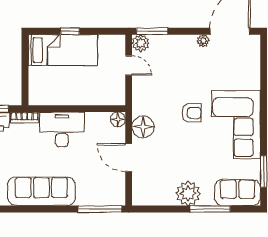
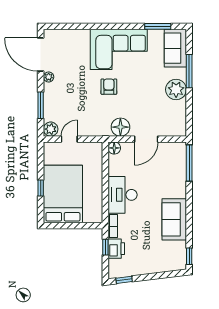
window: (152, 31) -> (41, 105), moved
bed: (63, 50) -> (63, 194), width x1.50
sofa: (41, 191) -> (174, 219), width x0.73

